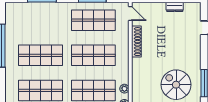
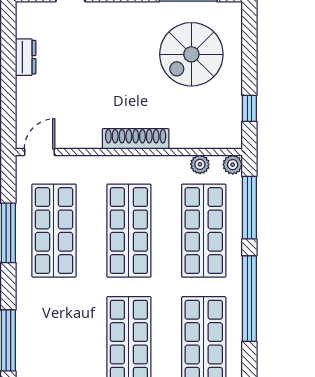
shoe rack: (136, 42) -> (136, 139), moved

